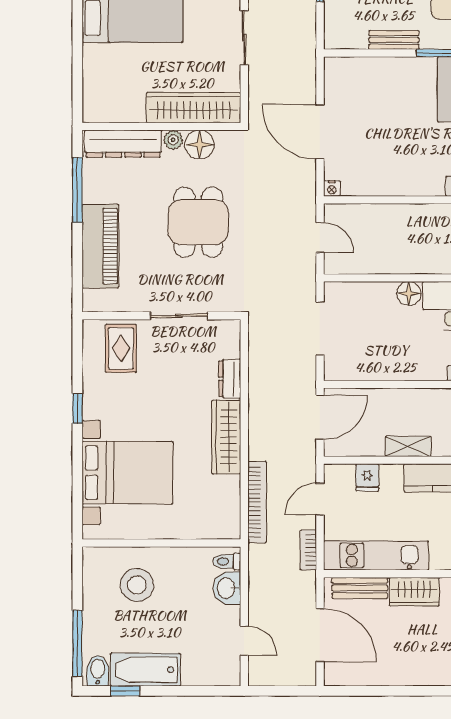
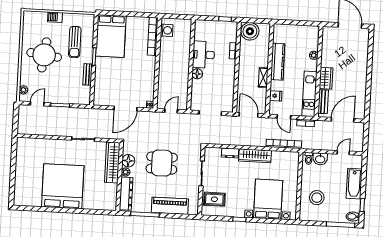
bathtub: (145, 670) -> (354, 184), moved

